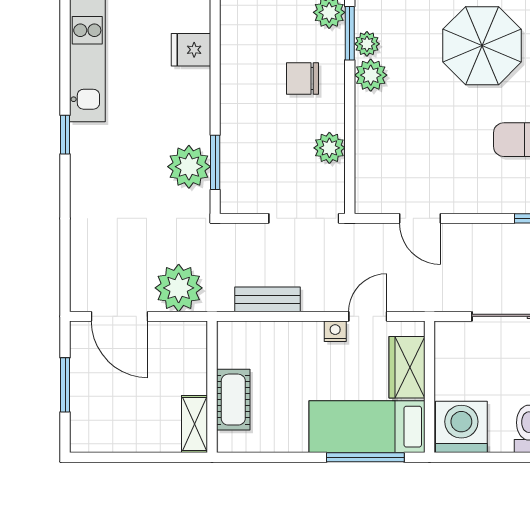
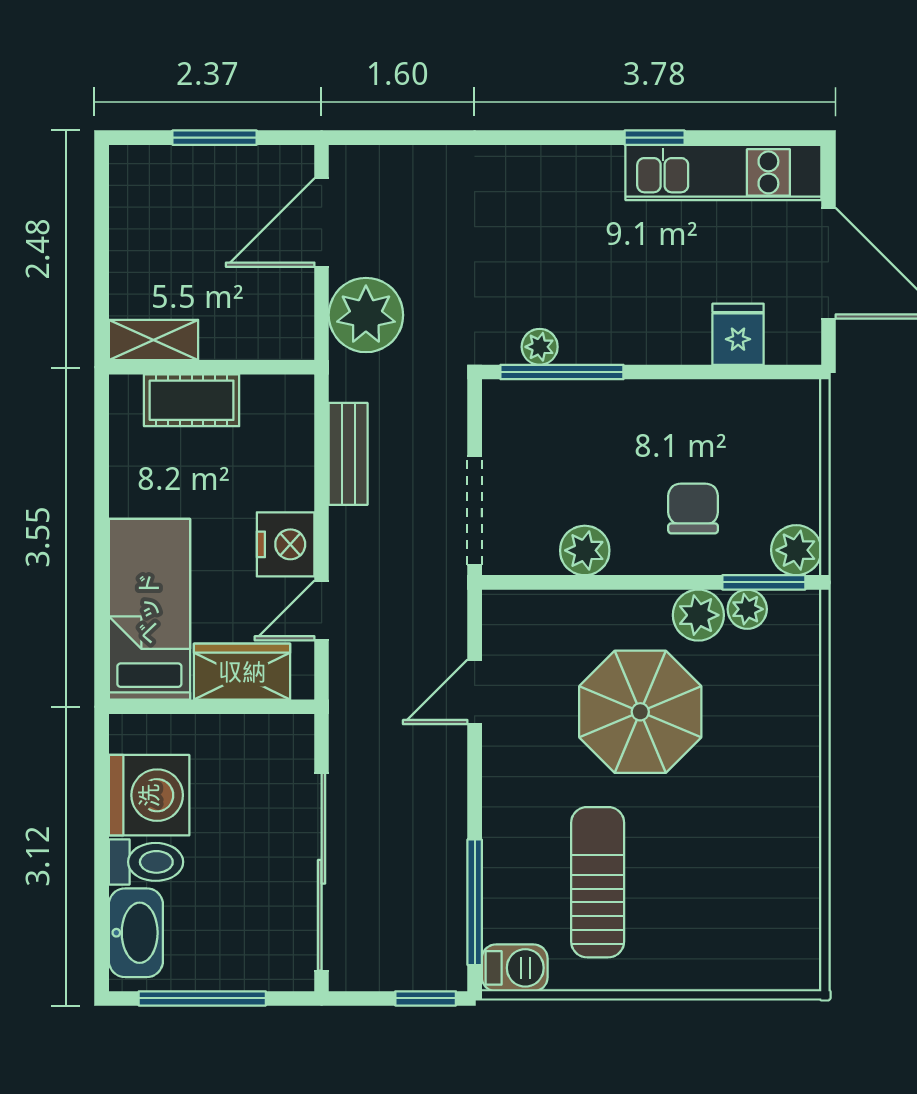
parasol: (482, 46) -> (640, 712), moved
window: (65, 135) -> (655, 138), moved
window: (215, 162) -> (562, 372), width x1.44
plant: (189, 167) -> (540, 347), width x0.53, depth x0.53
door: (368, 316) -> (322, 611), swing flipped
nightstand: (335, 331) -> (286, 544), width x1.89, depth x1.79
washing machine: (461, 427) -> (149, 795), moved
window: (365, 457) -> (102, 607), removed

